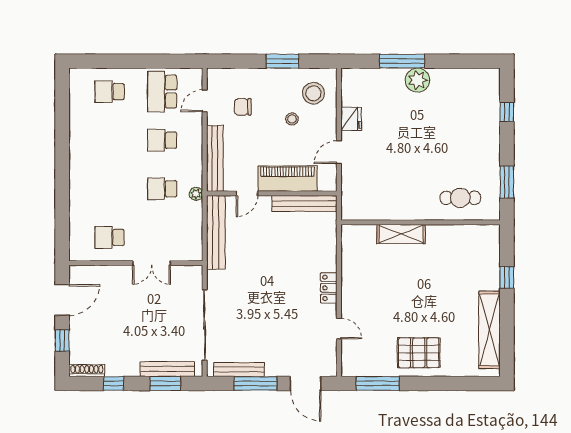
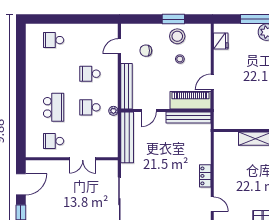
school desk: (162, 92) -> (54, 107), moved, turned 180
stool: (313, 93) -> (177, 36), moved
fridge: (351, 119) -> (221, 41), moved
piano: (288, 179) -> (191, 100), moved

